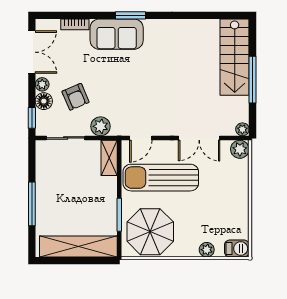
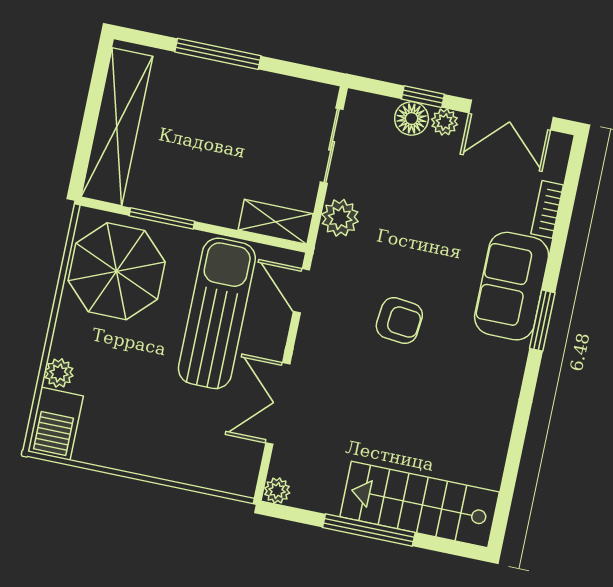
armchair: (76, 97) -> (399, 321), moved, turned -151
window: (32, 118) -> (423, 97), moved
plant: (240, 149) -> (240, 477), removed
barbecue: (237, 248) -> (56, 424), width x1.38, depth x1.27

